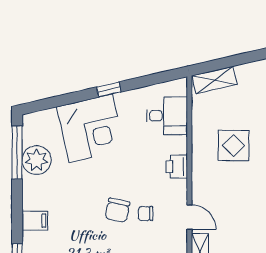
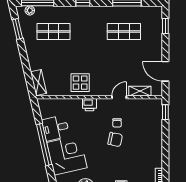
window: (109, 90) -> (44, 145), width x3.17
desk: (167, 116) -> (56, 128), moved, turned -103
display table: (233, 146) -> (80, 83), moved

